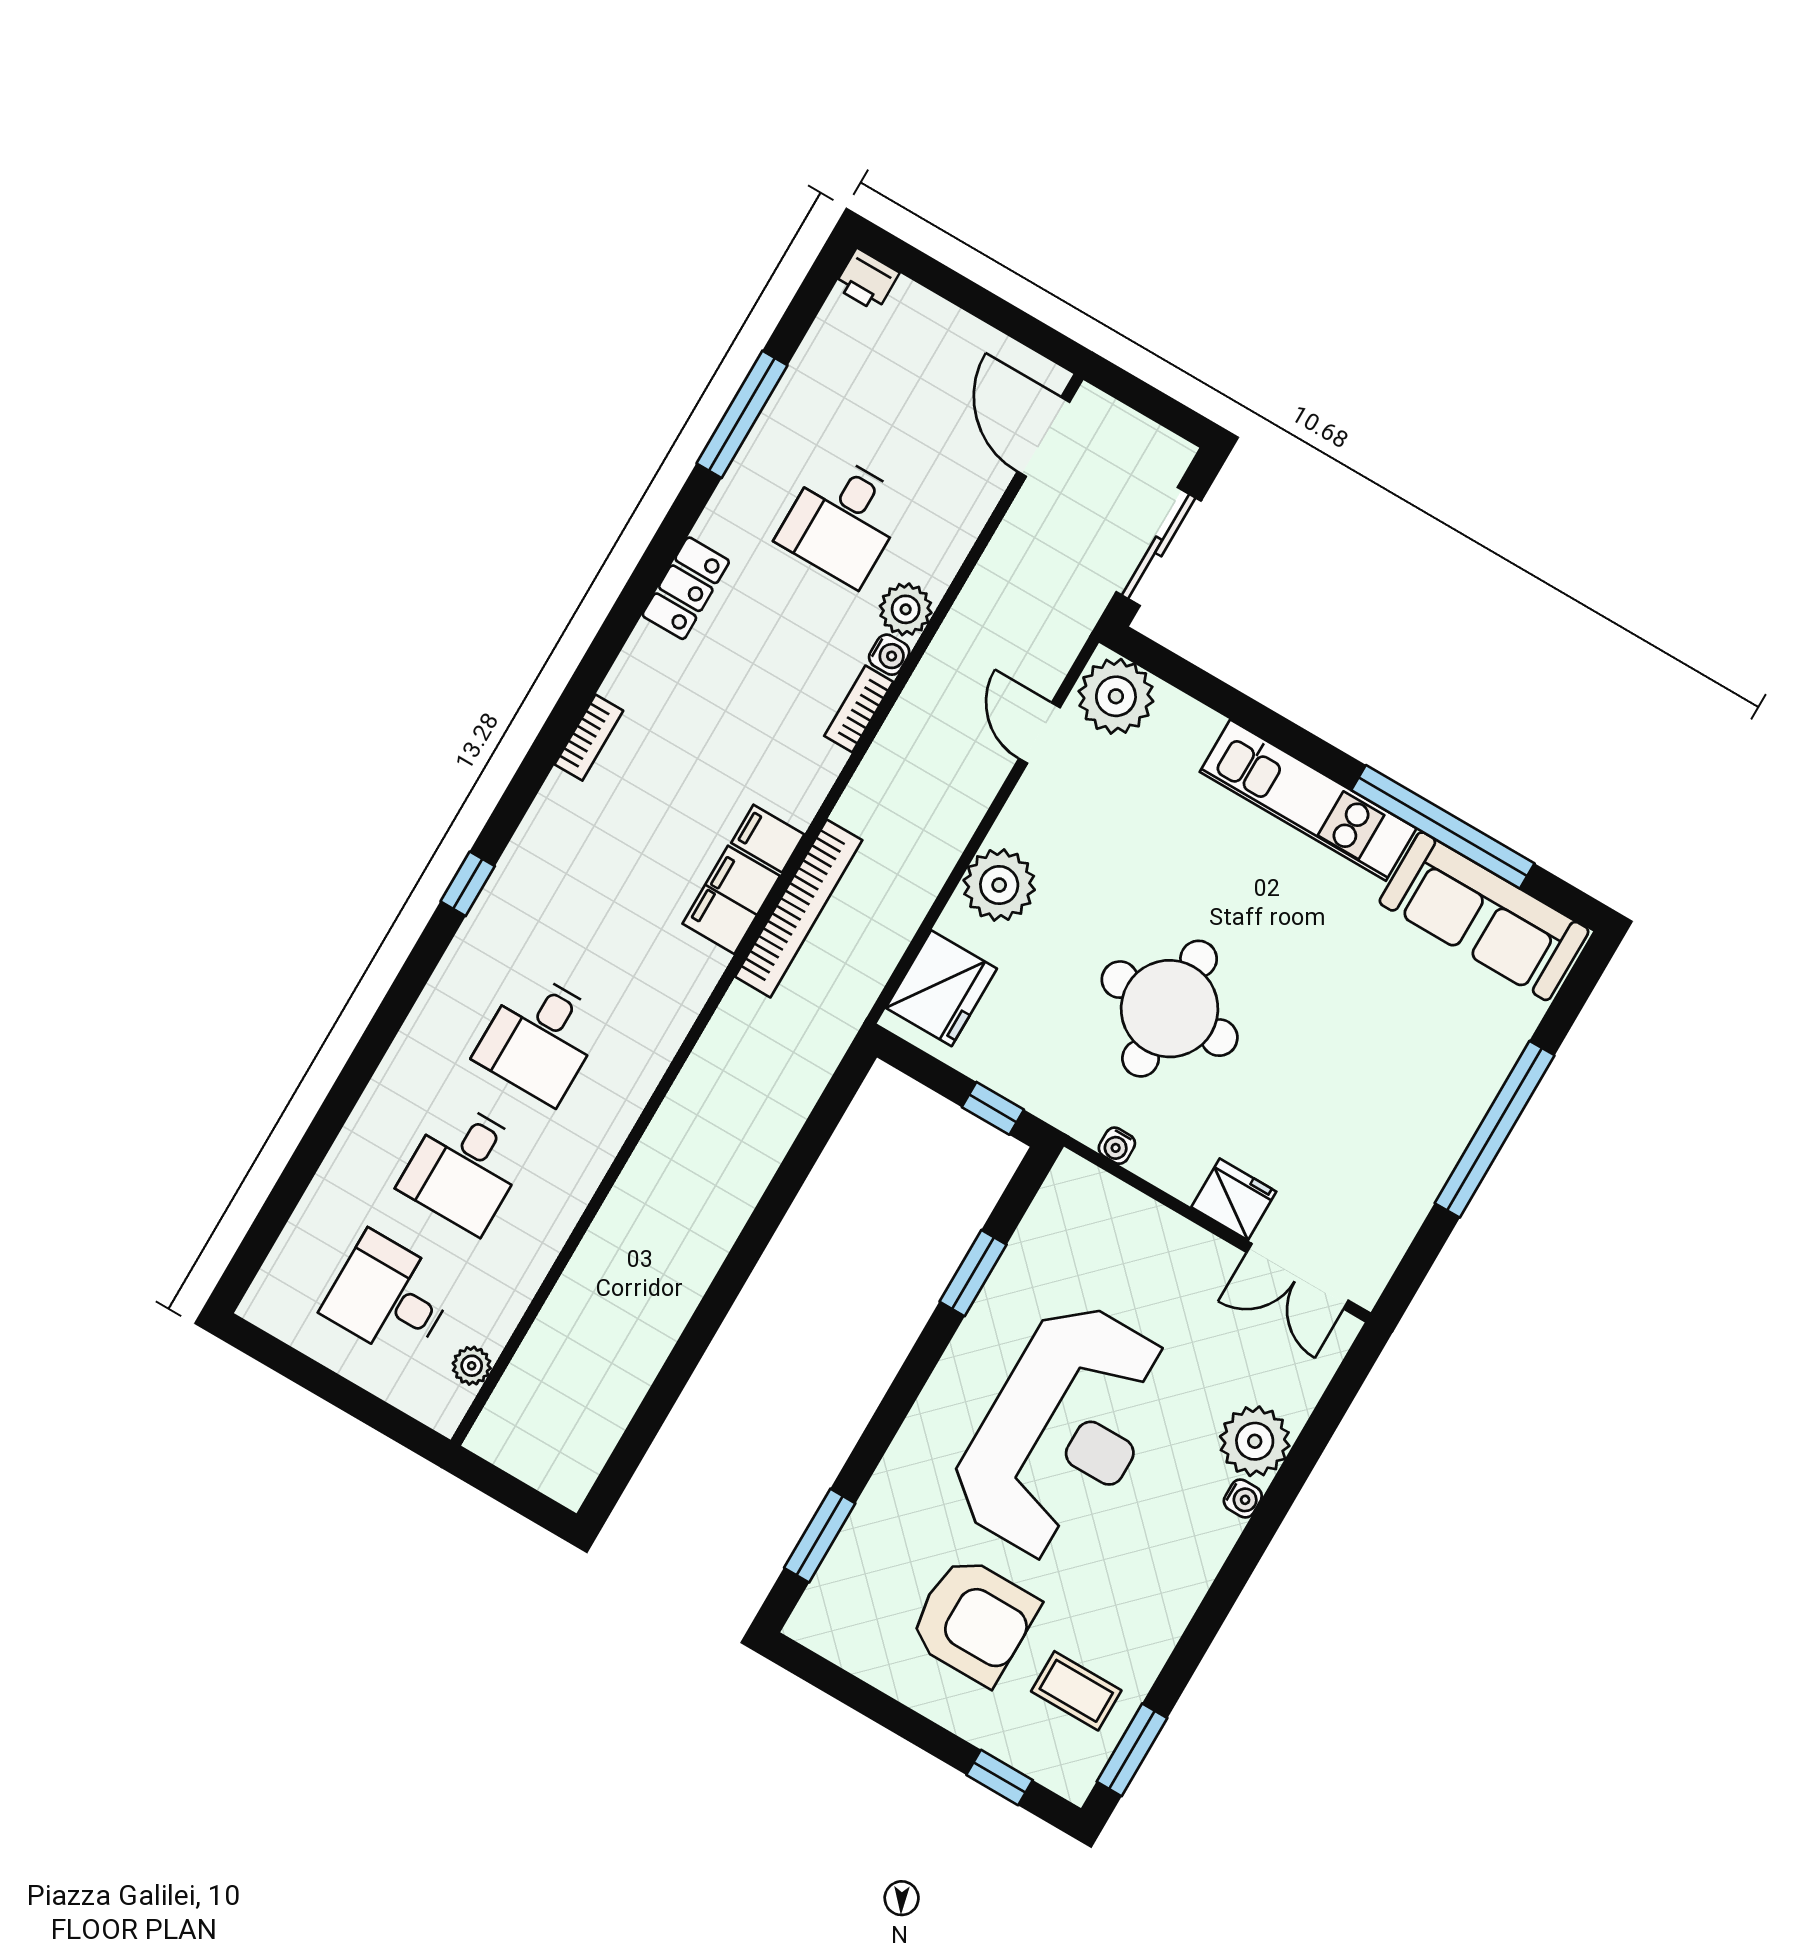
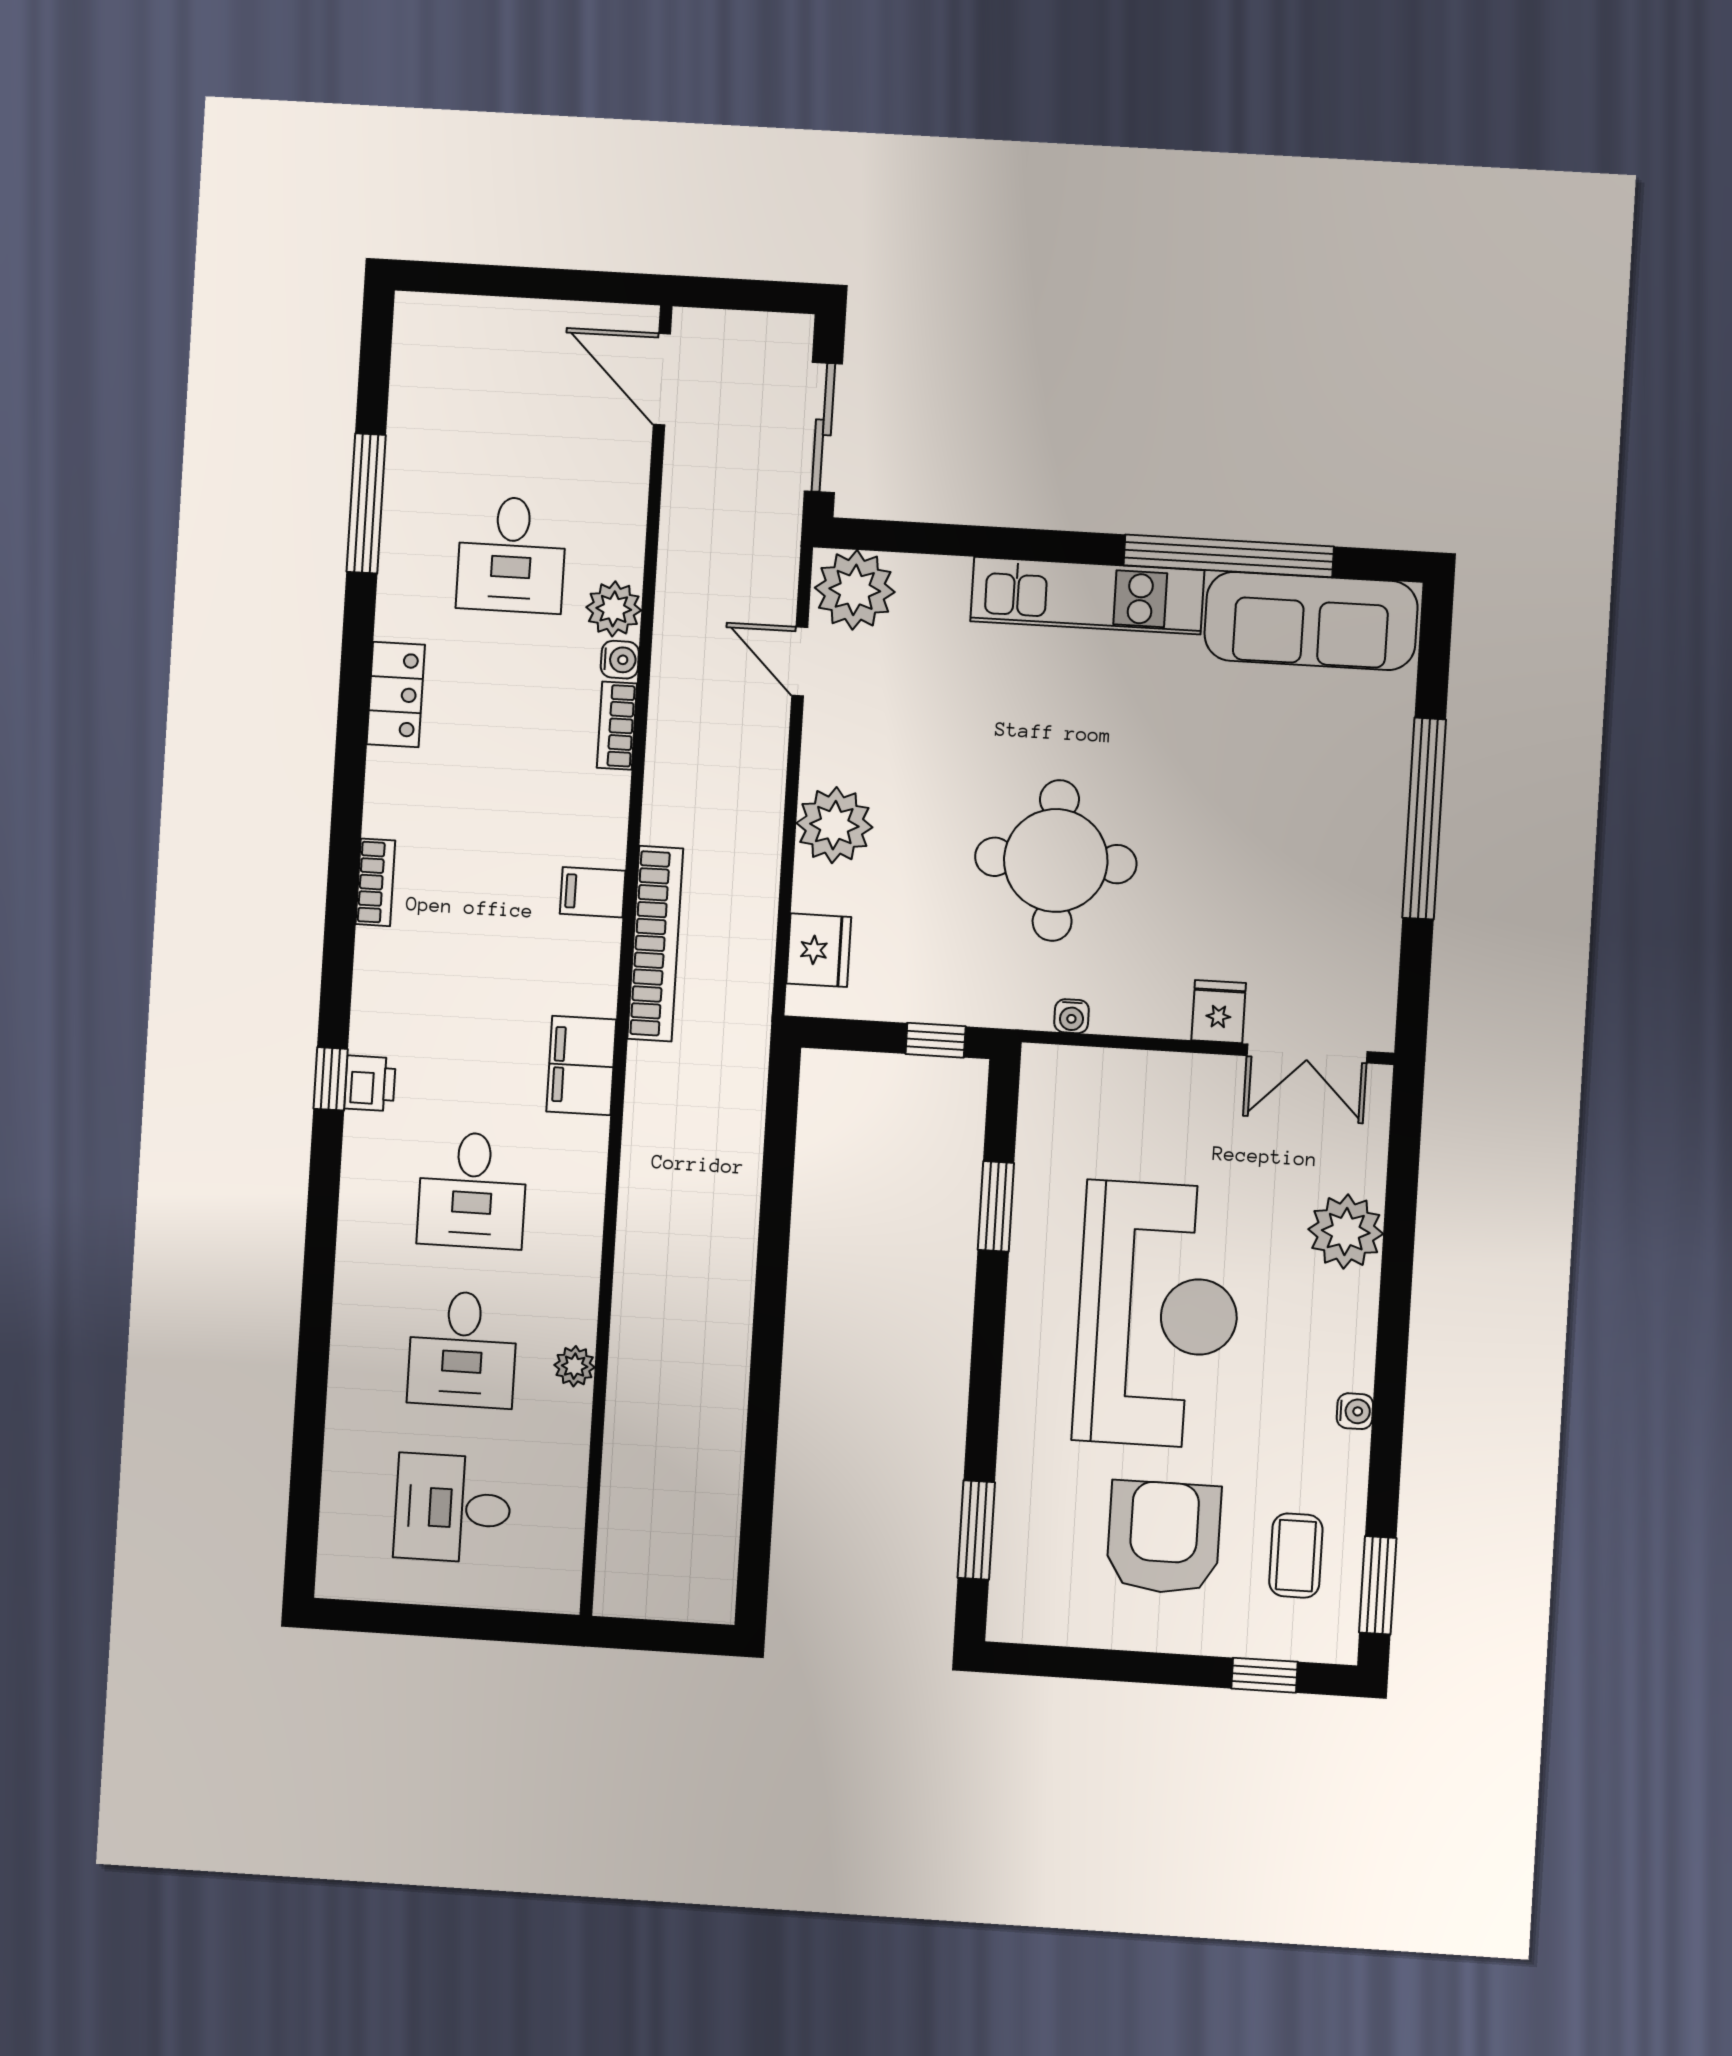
printer: (867, 280) -> (370, 1083), moved, turned -90
filing cabinet: (731, 900) -> (581, 1065), moved
fridge: (941, 988) -> (819, 950), width x0.73, depth x0.75
fridge: (1234, 1199) -> (1219, 1012), width x0.72
plant: (472, 1366) -> (575, 1366), moved
water cooler: (1243, 1499) -> (1355, 1411), moved
armchair: (974, 1620) -> (1164, 1537), turned -90
coffee table: (1076, 1691) -> (1296, 1556), turned 90

